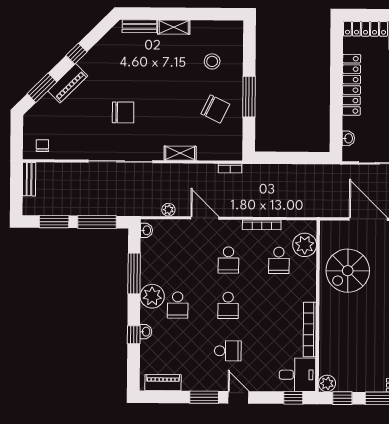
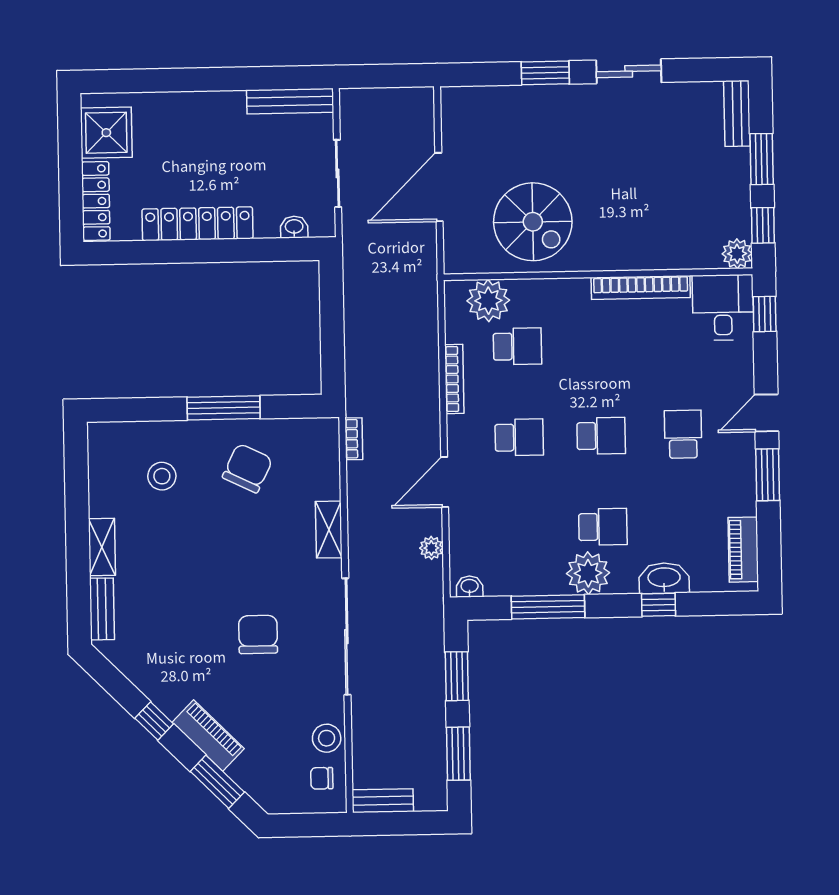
stool: (65, 149) -> (327, 738), added
window: (97, 222) -> (457, 676), width x0.69
washbasin: (146, 332) -> (664, 578), width x1.91, depth x1.45

